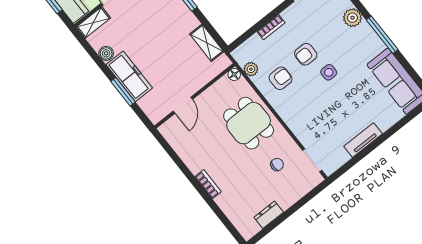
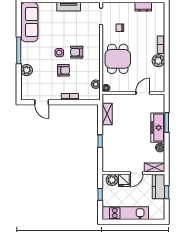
armchair: (281, 78) -> (77, 52), moved
plant: (195, 162) -> (158, 61), added

